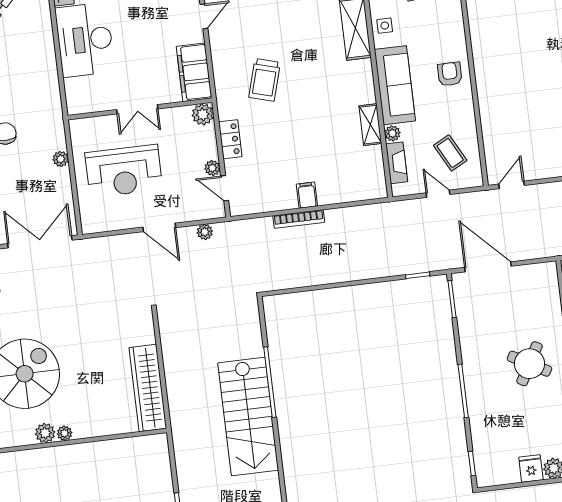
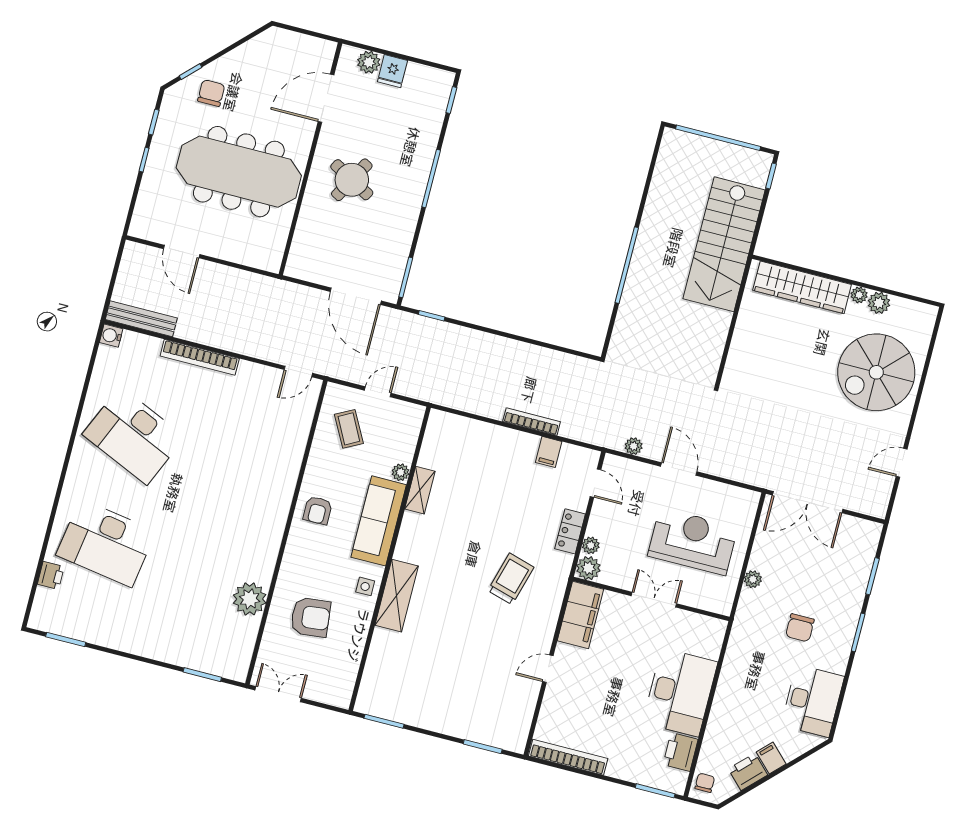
fireplace: (397, 163) -> (408, 440), removed
plant: (212, 168) -> (591, 545), moved
door: (438, 194) -> (378, 392), swing flipped
filing cabinet: (307, 195) -> (549, 452), moved
wardrobe: (148, 388) -> (802, 287), moved, turned 90
stairs: (248, 417) -> (724, 244), moved, turned 180

